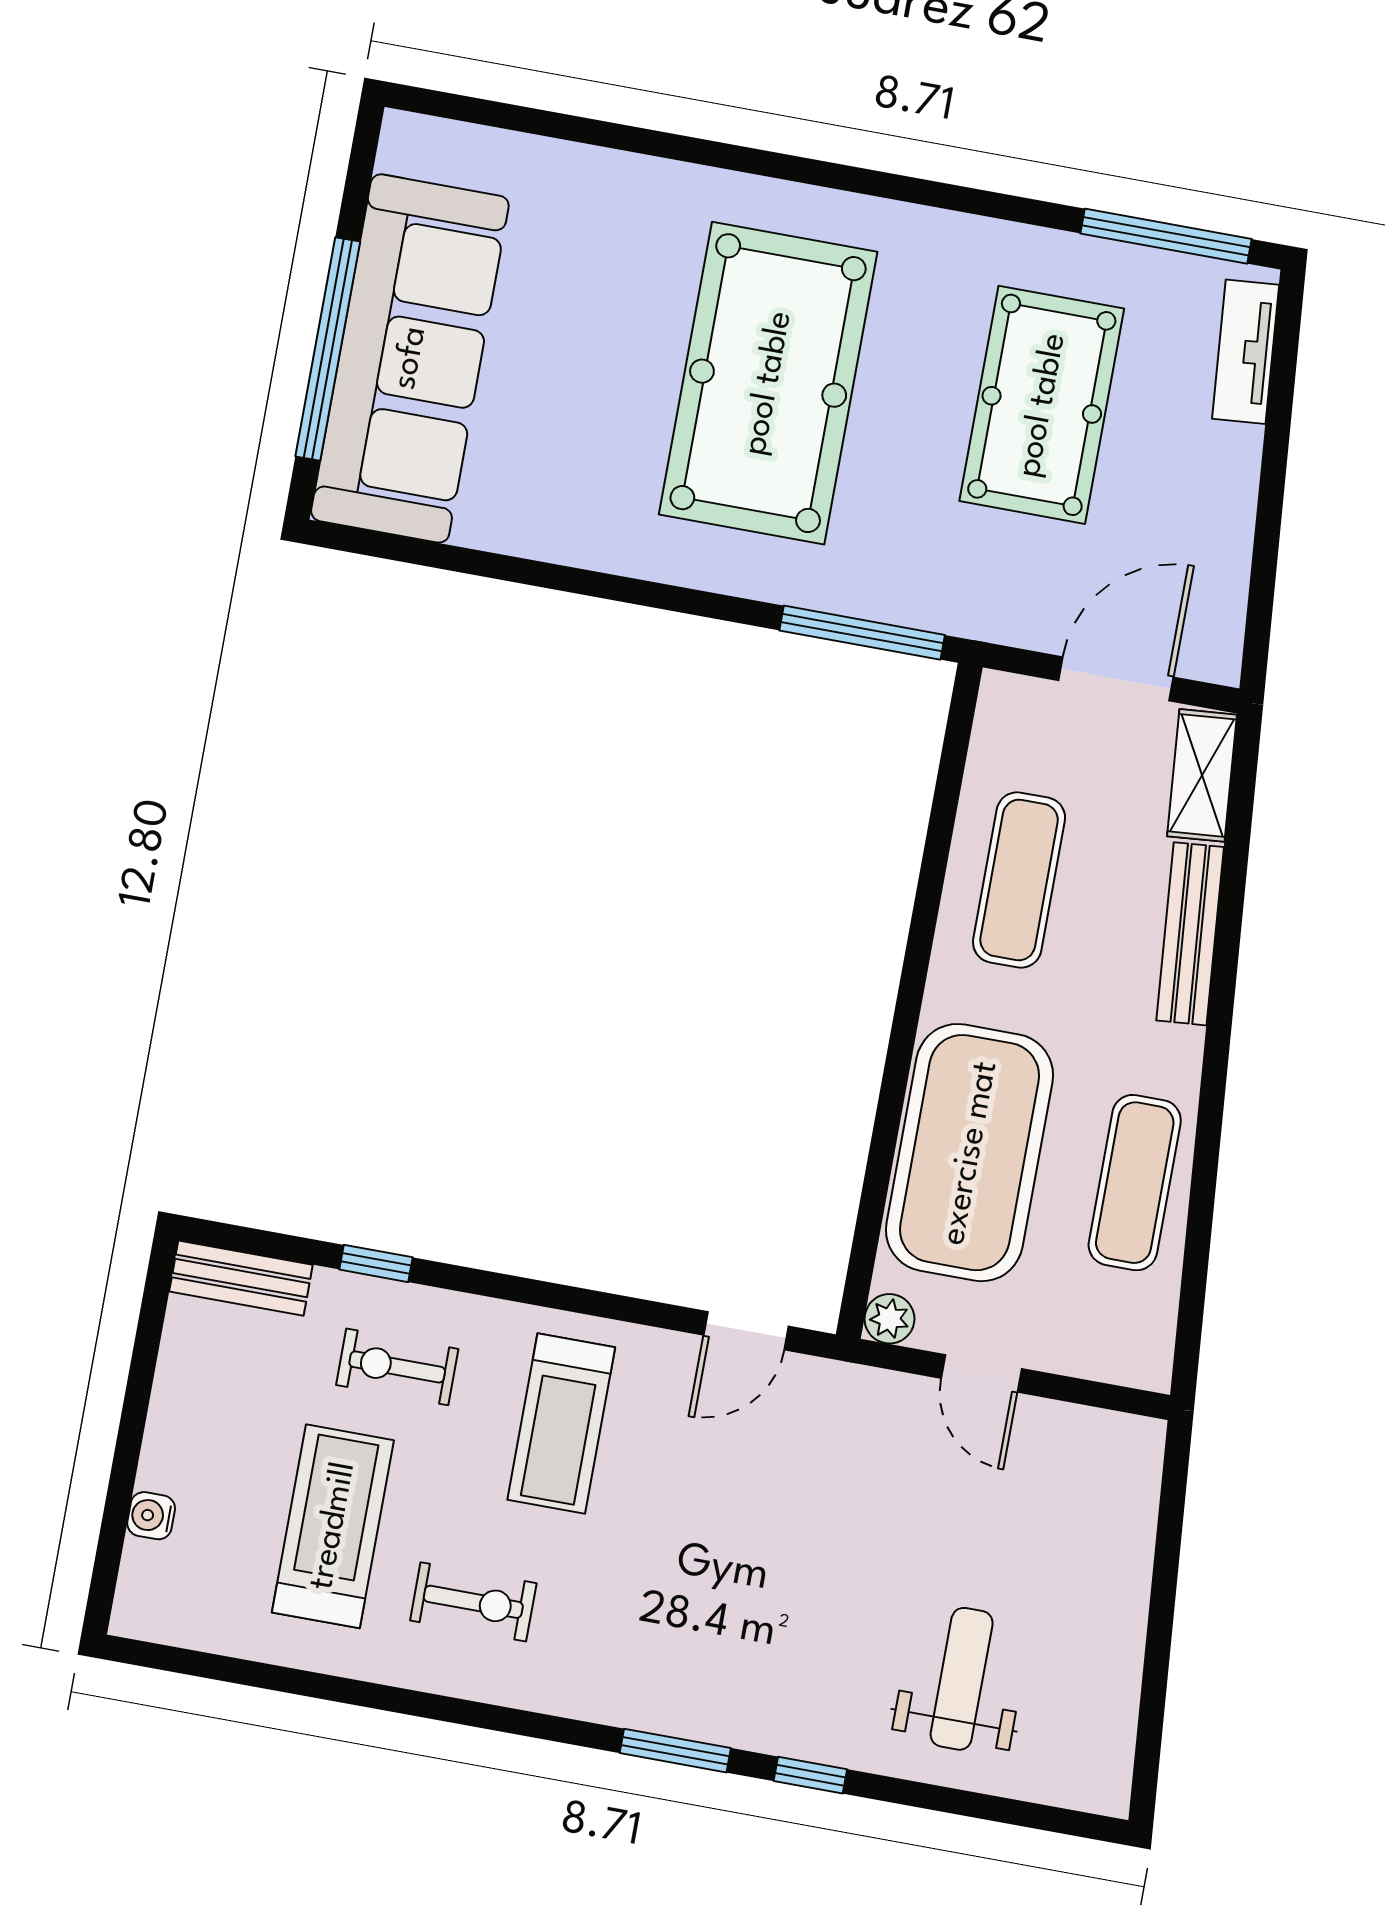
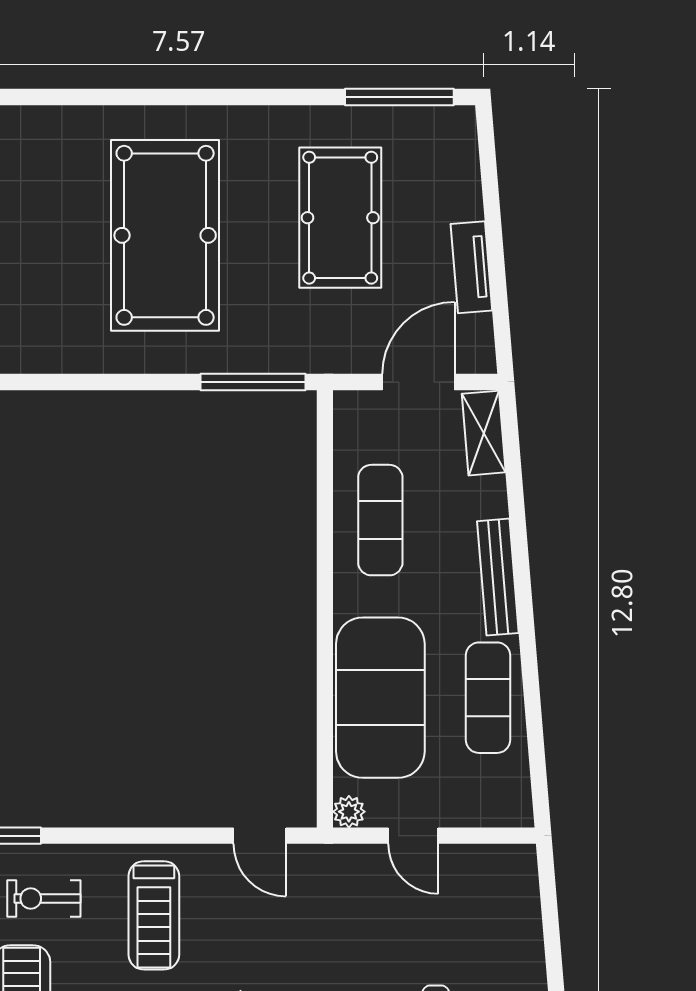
tv unit: (1246, 352) -> (471, 267), moved
bench: (1190, 934) -> (498, 577), moved
door: (746, 1331) -> (260, 836), hinge flipped

